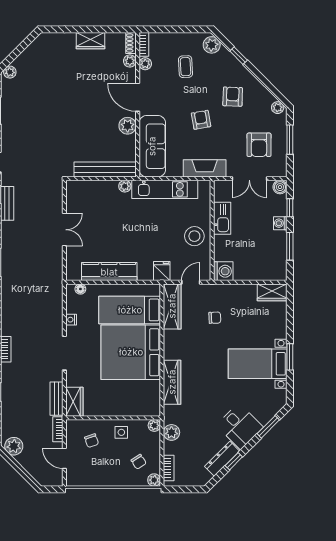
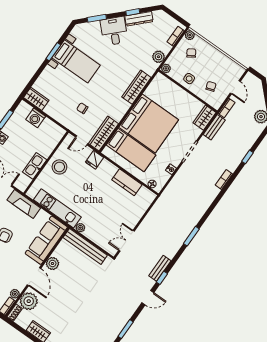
plant: (130, 61) -> (29, 301), width x1.87, depth x1.87
double door: (64, 230) -> (127, 241), moved
washing machine: (223, 271) -> (36, 118), moved, turned -90
kitchen counter: (109, 272) -> (127, 182), width x0.67

